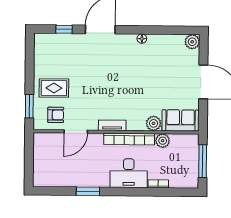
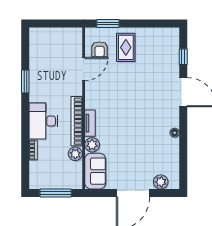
plant: (192, 42) -> (161, 182), moved
tv unit: (112, 125) -> (90, 123), moved
door: (76, 131) -> (84, 69), swing flipped

